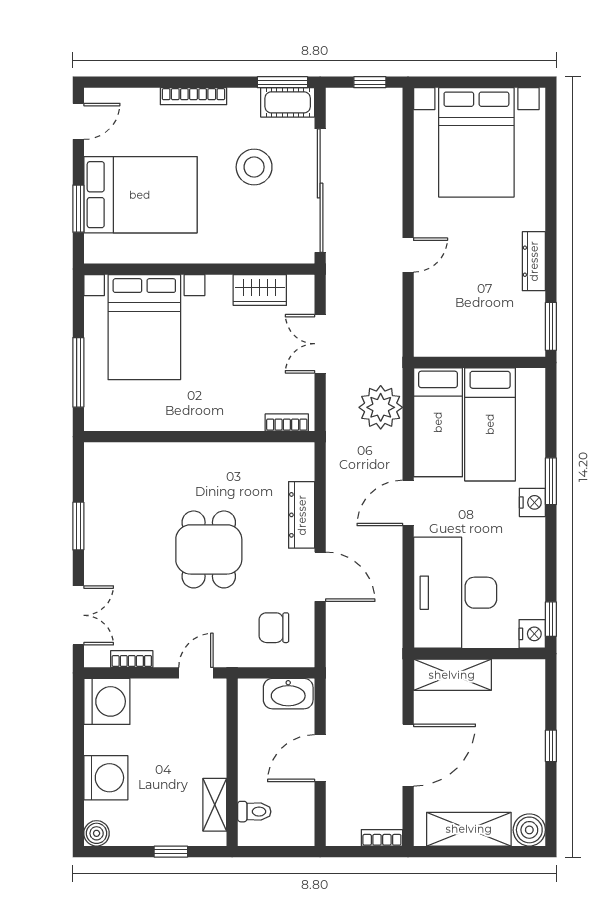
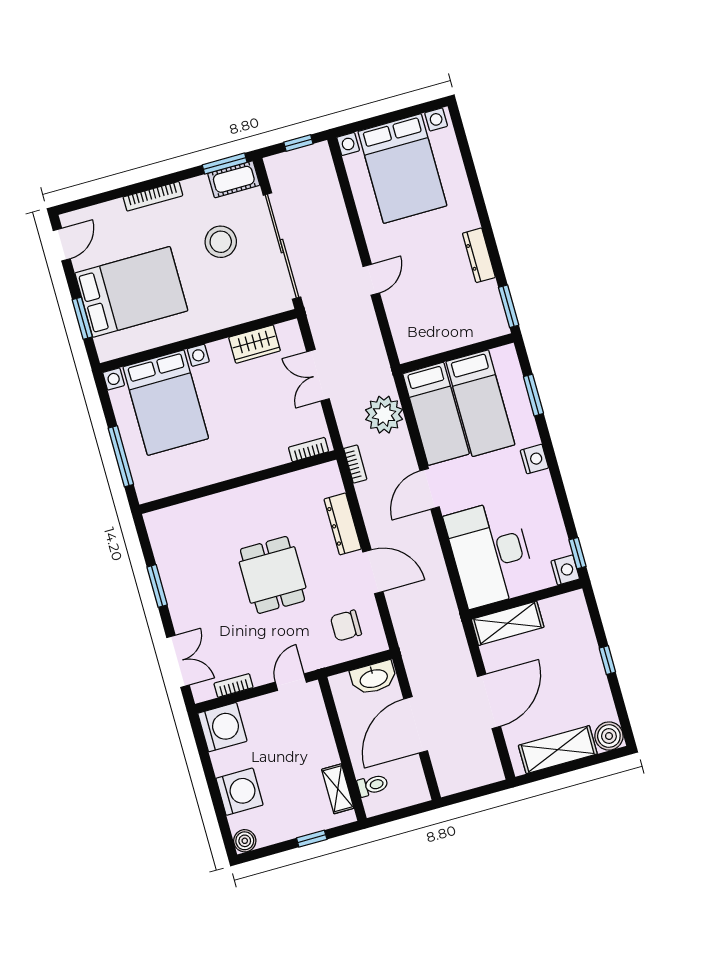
window: (551, 481) -> (533, 395), moved
door: (320, 758) -> (416, 725), width x1.36
bookcase: (382, 838) -> (355, 464), moved, turned 90

